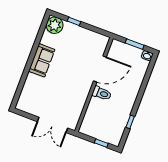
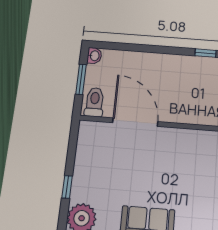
toilet: (102, 93) -> (95, 102), moved

